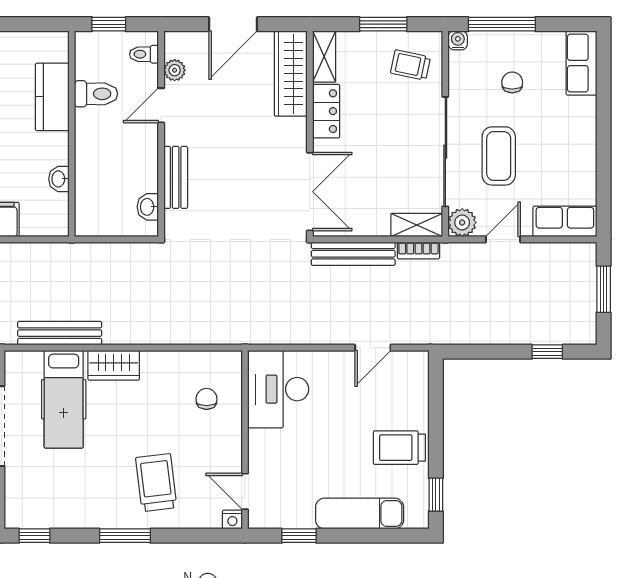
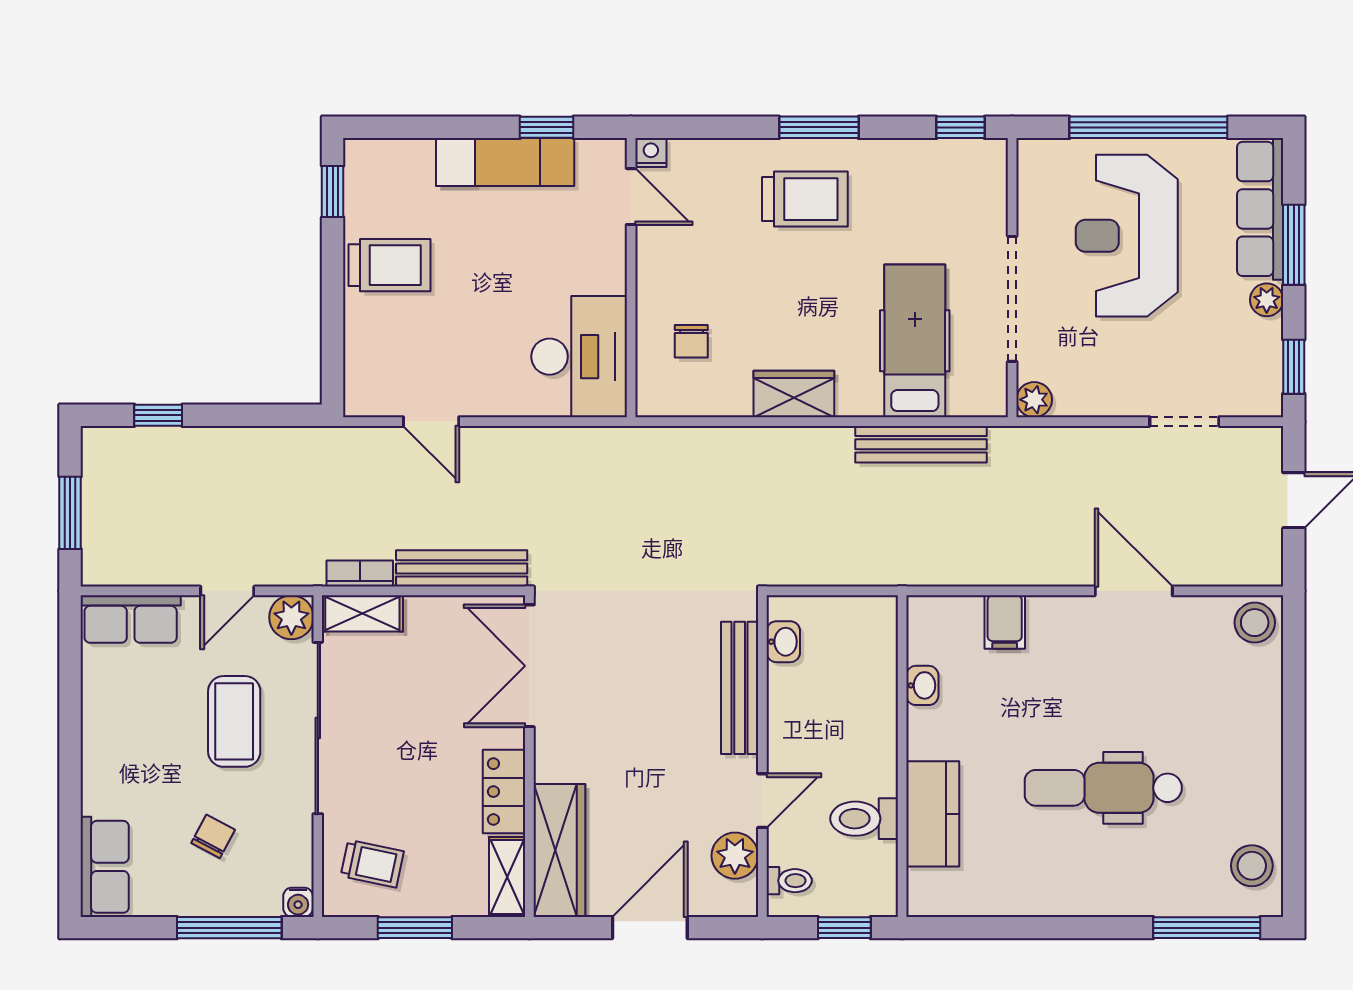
plant: (175, 70) -> (735, 856), width x1.38, depth x1.38
chair: (512, 82) -> (213, 836), turned -152
bench: (176, 177) -> (740, 688), width x1.36
door: (373, 348) -> (431, 422), swing flipped
wardrobe: (114, 365) -> (794, 394), moved
trolley: (156, 483) -> (805, 199), moved, turned -83
exam couch: (360, 513) -> (505, 162), moved

